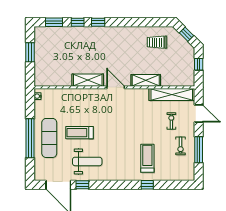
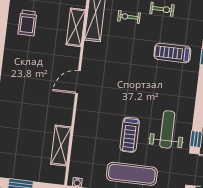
shelving: (88, 80) -> (61, 146), moved
shelving: (146, 80) -> (76, 27), moved

